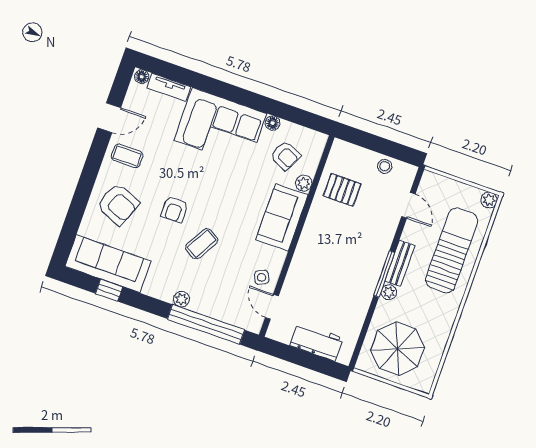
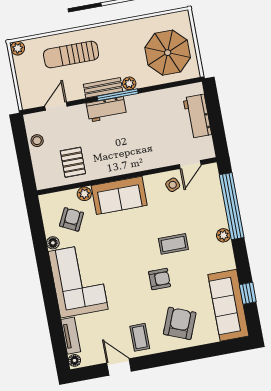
coffee table: (202, 244) -> (173, 244), turned -31
sun lounger: (452, 250) -> (71, 54), width x0.73, depth x0.75
workbench: (376, 254) -> (106, 109), added

